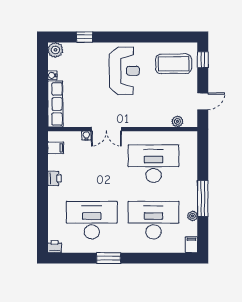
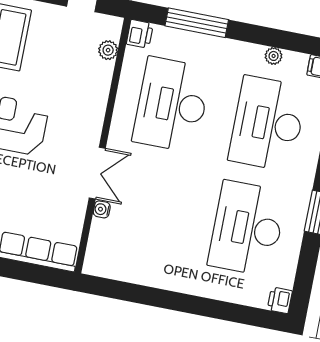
filing cabinet: (56, 148) -> (112, 266), removed
printer: (54, 178) -> (140, 34), moved, turned 90
window: (203, 198) -> (197, 23), moved

